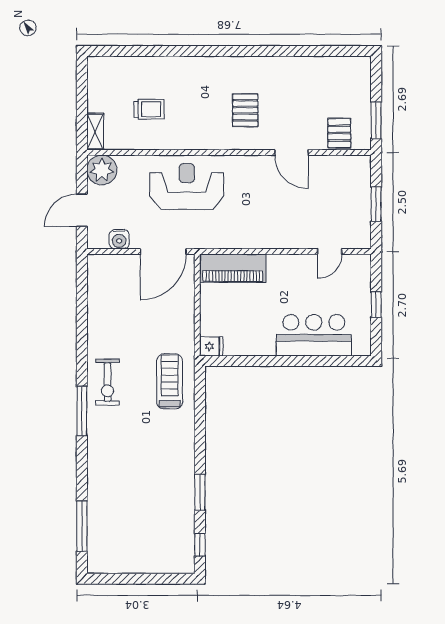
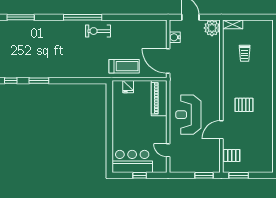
reception desk: (187, 186) -> (188, 115), moved, turned 180
window: (376, 204) -> (204, 175), moved
bar counter: (314, 335) -> (132, 161), moved, turned -90
fridge: (211, 346) -> (128, 87), moved
treadmill: (170, 381) -> (124, 66), moved
window: (82, 411) -> (83, 17), width x1.46

